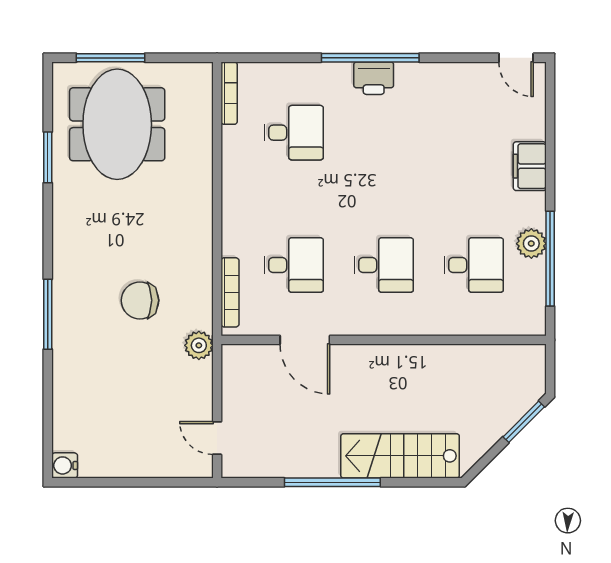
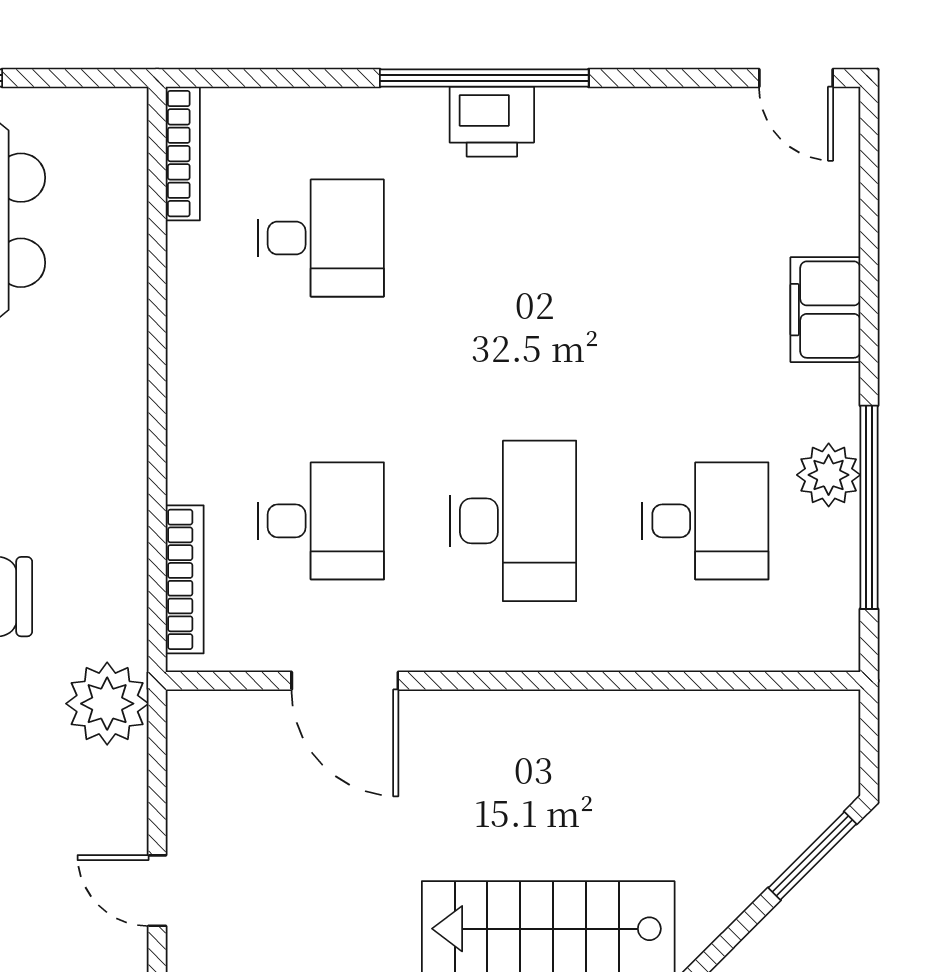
desk: (384, 265) -> (513, 521), width x1.37
plant: (199, 345) -> (107, 704), width x1.36, depth x1.36

